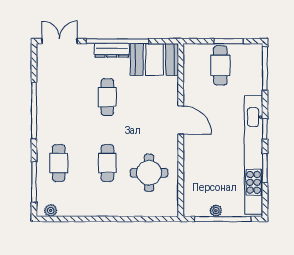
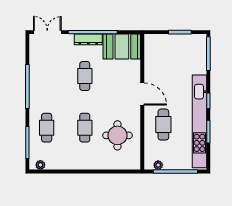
cafe table: (220, 65) -> (163, 125), moved
plant: (216, 211) -> (158, 165), moved

